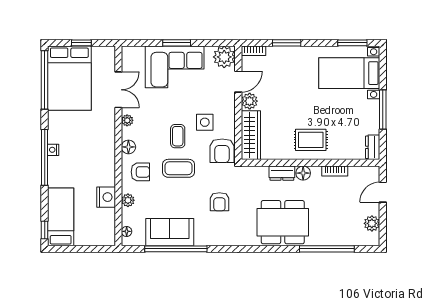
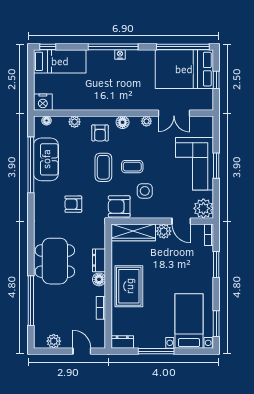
rug: (311, 140) -> (129, 286), width x1.36, depth x1.43
nightstand: (106, 197) -> (43, 102), moved

